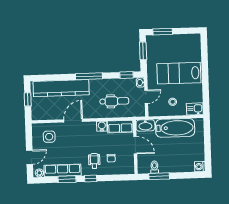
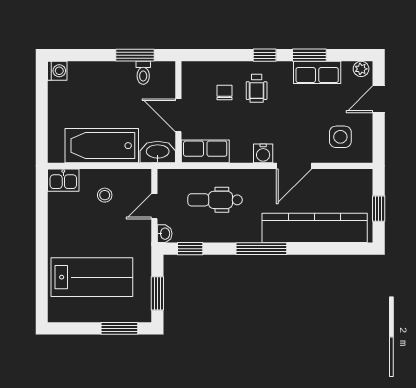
lab bench: (179, 73) -> (92, 277), moved
water cooler: (102, 126) -> (263, 153), moved
row of seats: (63, 170) -> (317, 72), width x0.68

